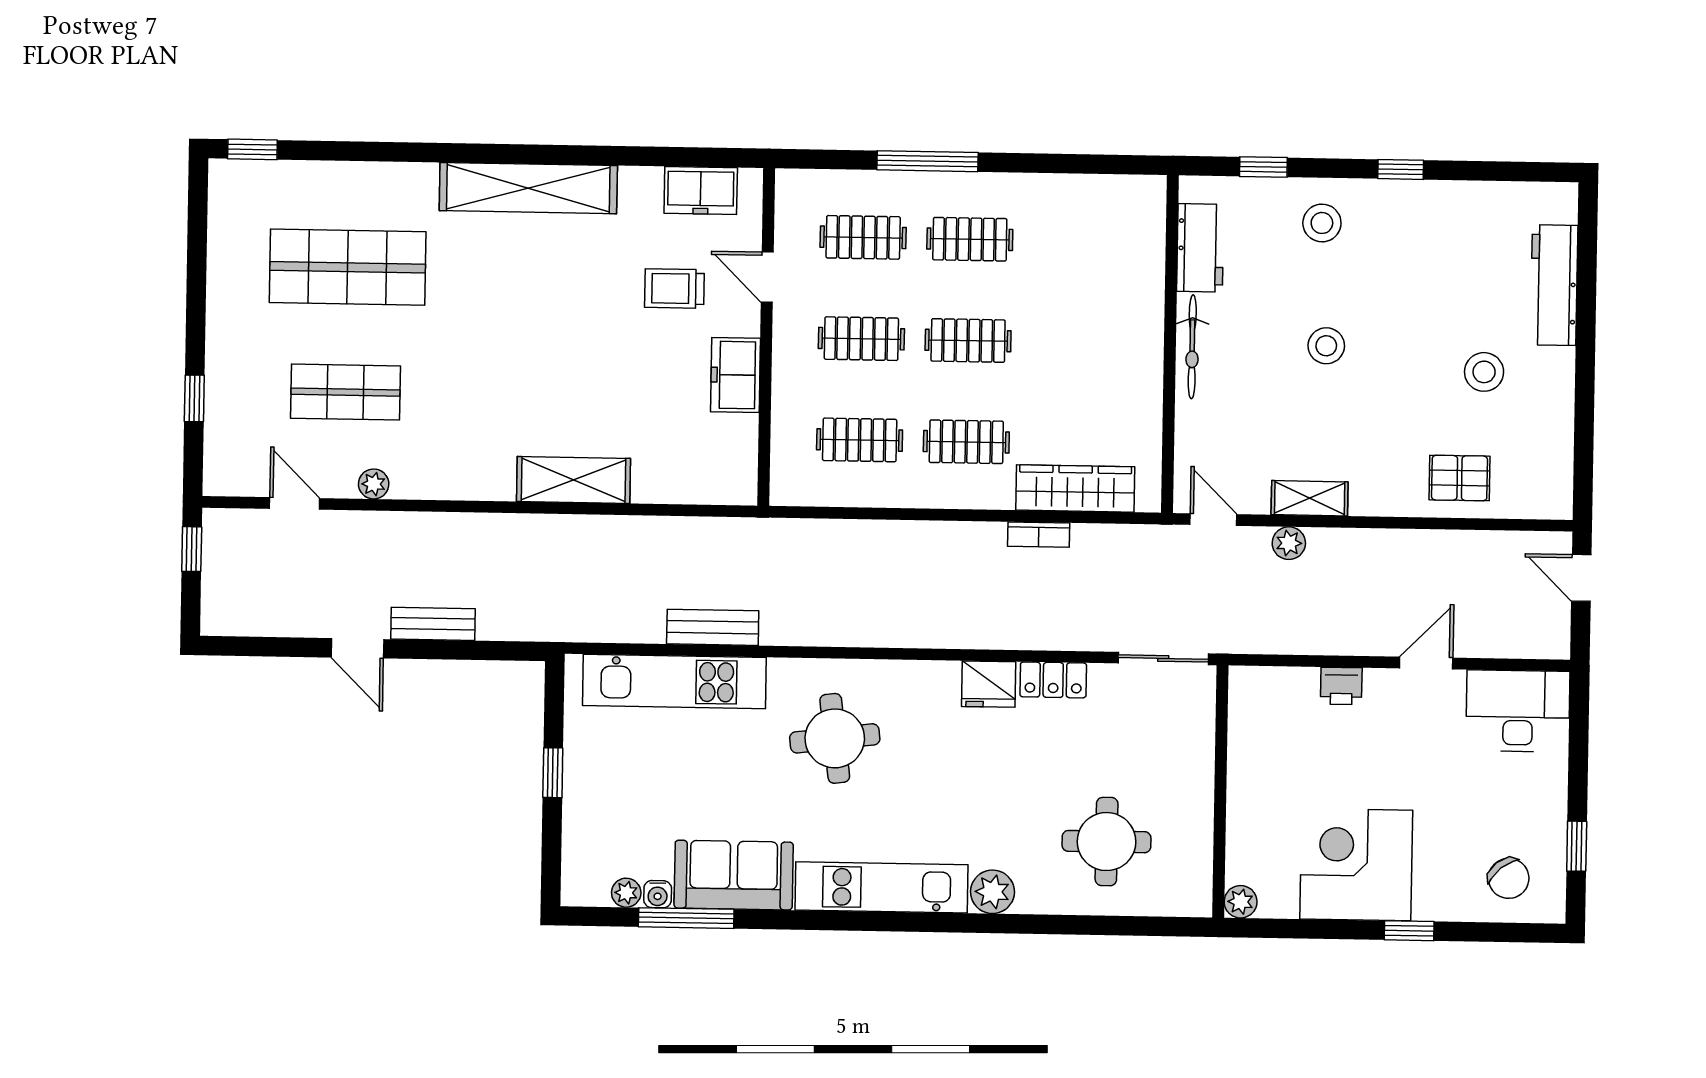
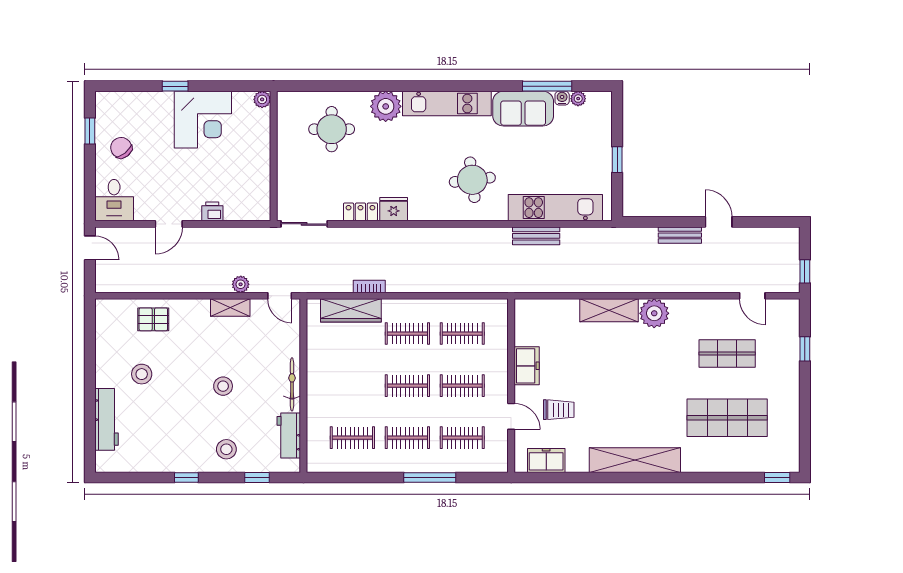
clothes rail: (1077, 241) -> (352, 438), added
plant: (374, 484) -> (654, 313), moved, width x1.88, depth x1.88
door: (1581, 578) -> (90, 248), moved
desk: (1518, 711) -> (114, 200), width x0.73
chair: (1509, 878) -> (121, 148), moved
plant: (992, 892) -> (386, 106), width x1.36, depth x1.36

